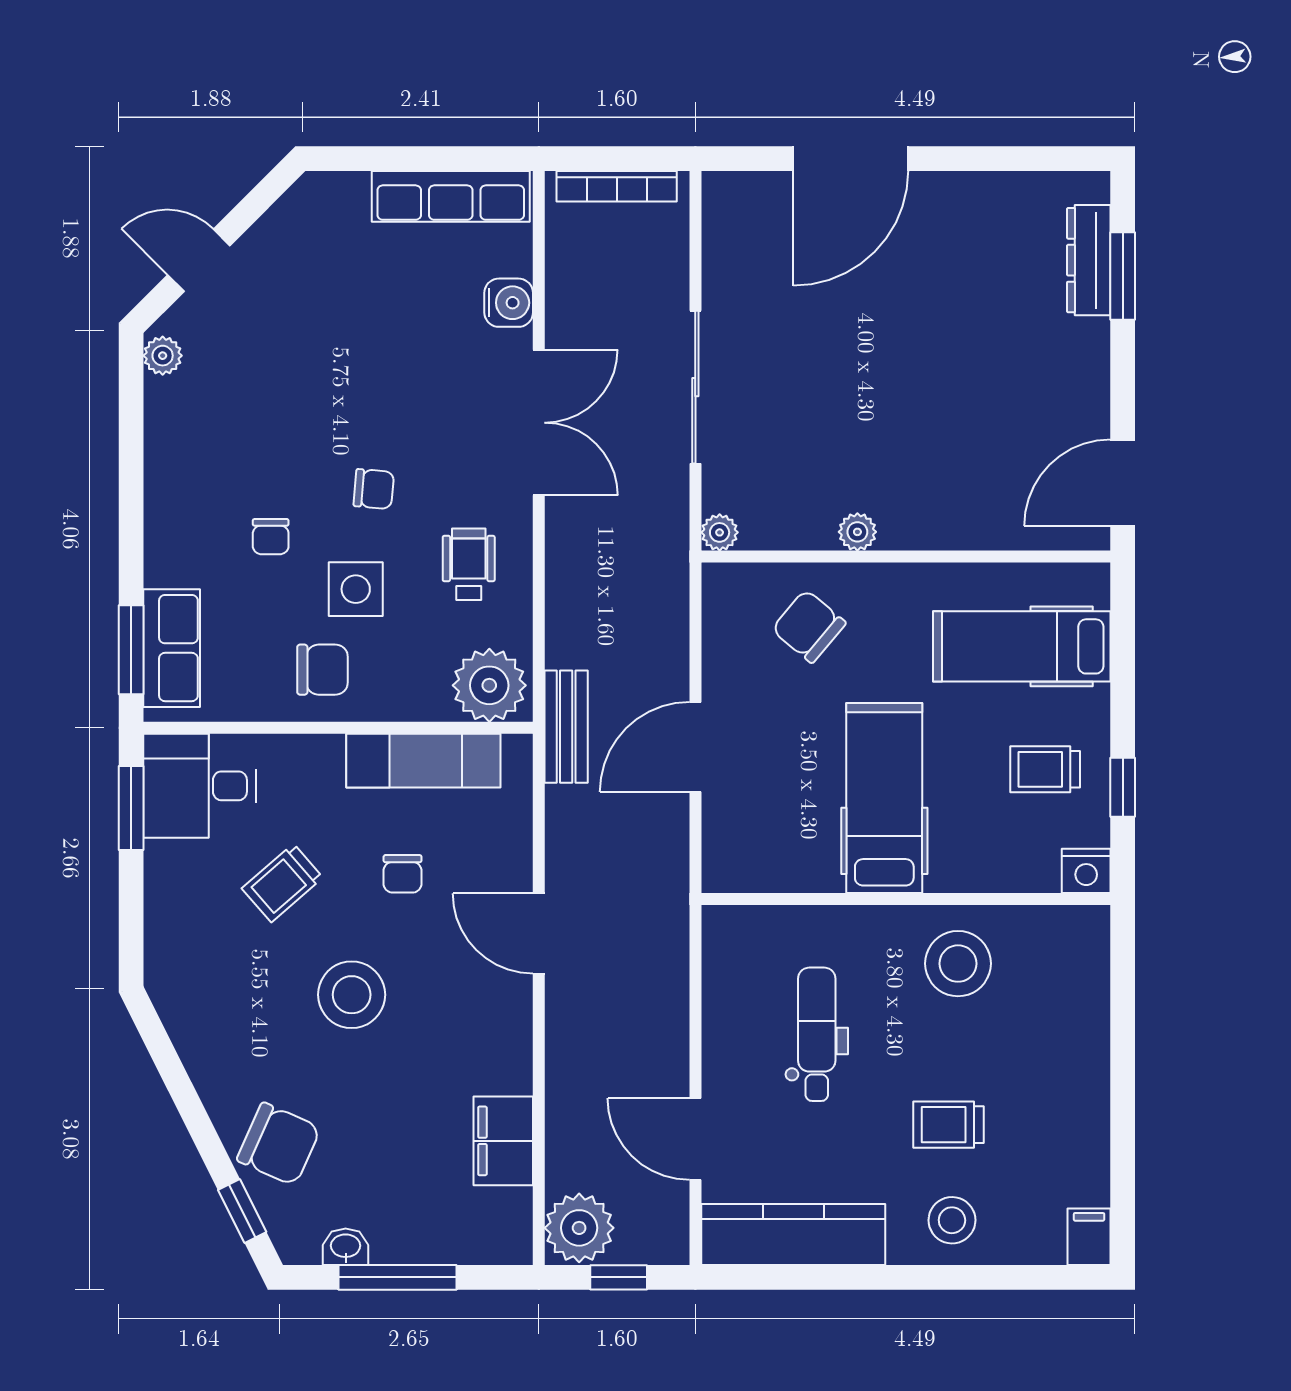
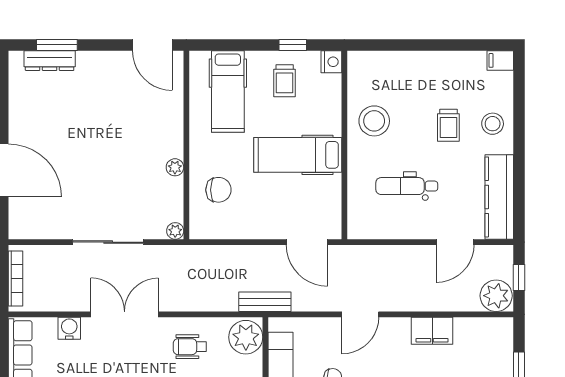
chair: (809, 626) -> (218, 190), turned -130
door: (695, 747) -> (307, 242), moved
filing cabinet: (503, 1141) -> (432, 331), moved

